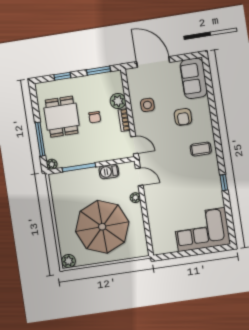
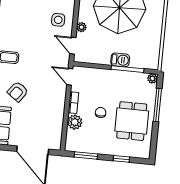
side table: (147, 105) -> (58, 20), moved
armchair: (183, 117) -> (18, 92), turned -144
barbecue: (109, 172) -> (120, 60), moved

